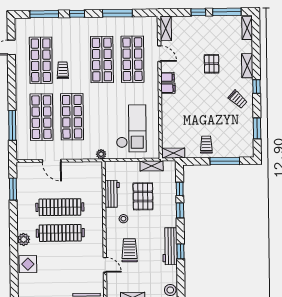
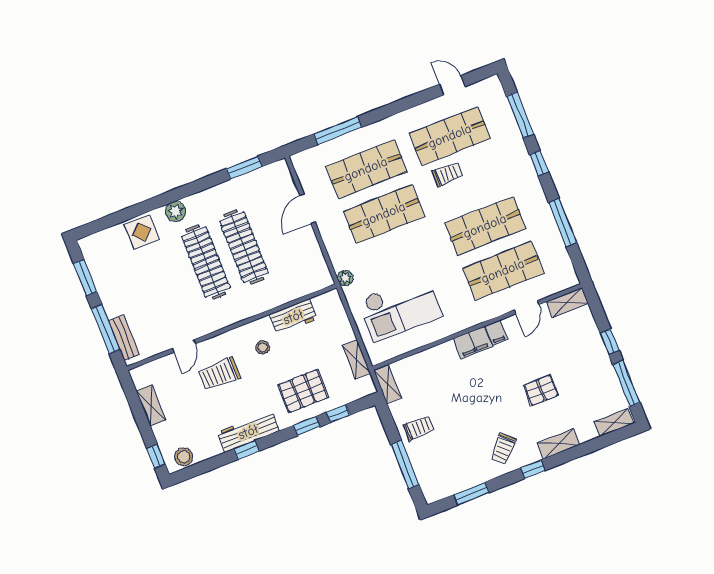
filing cabinet: (168, 88) -> (473, 343), width x2.00
pallet: (143, 196) -> (303, 391), moved
trolley: (129, 250) -> (219, 374), turned 180

